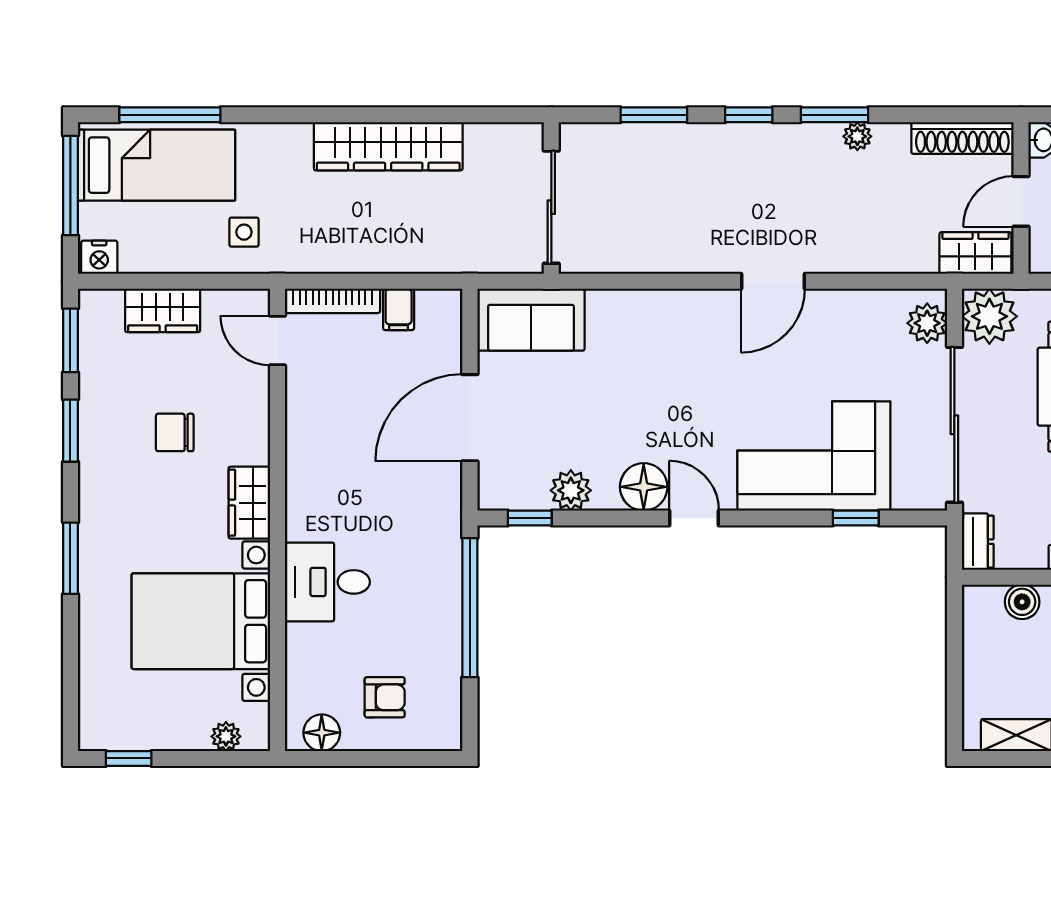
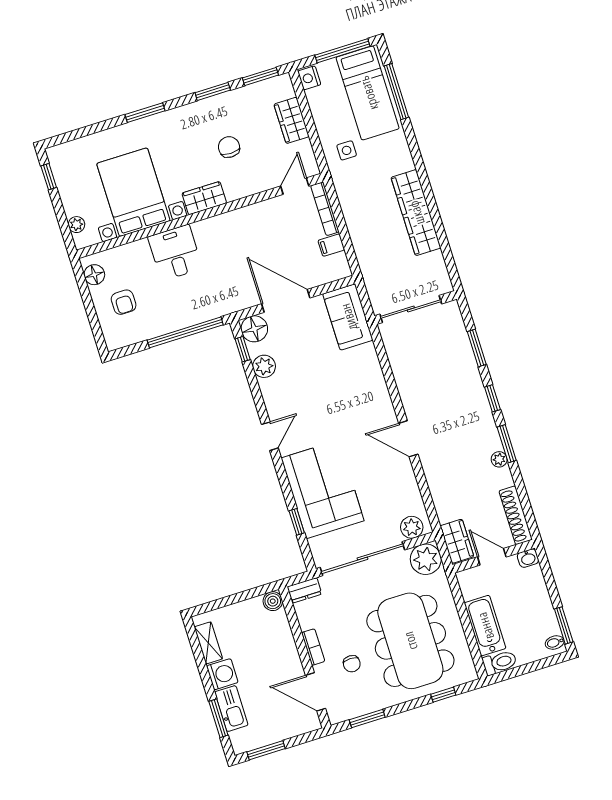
floor lamp: (644, 487) -> (254, 329), moved
boiler: (1022, 602) -> (273, 601), moved

